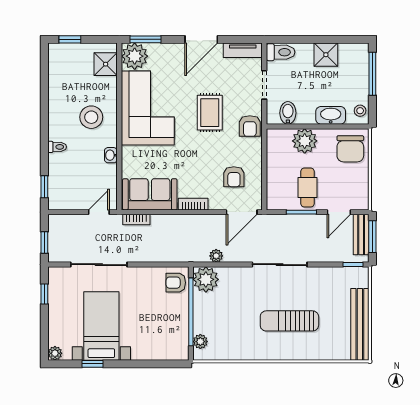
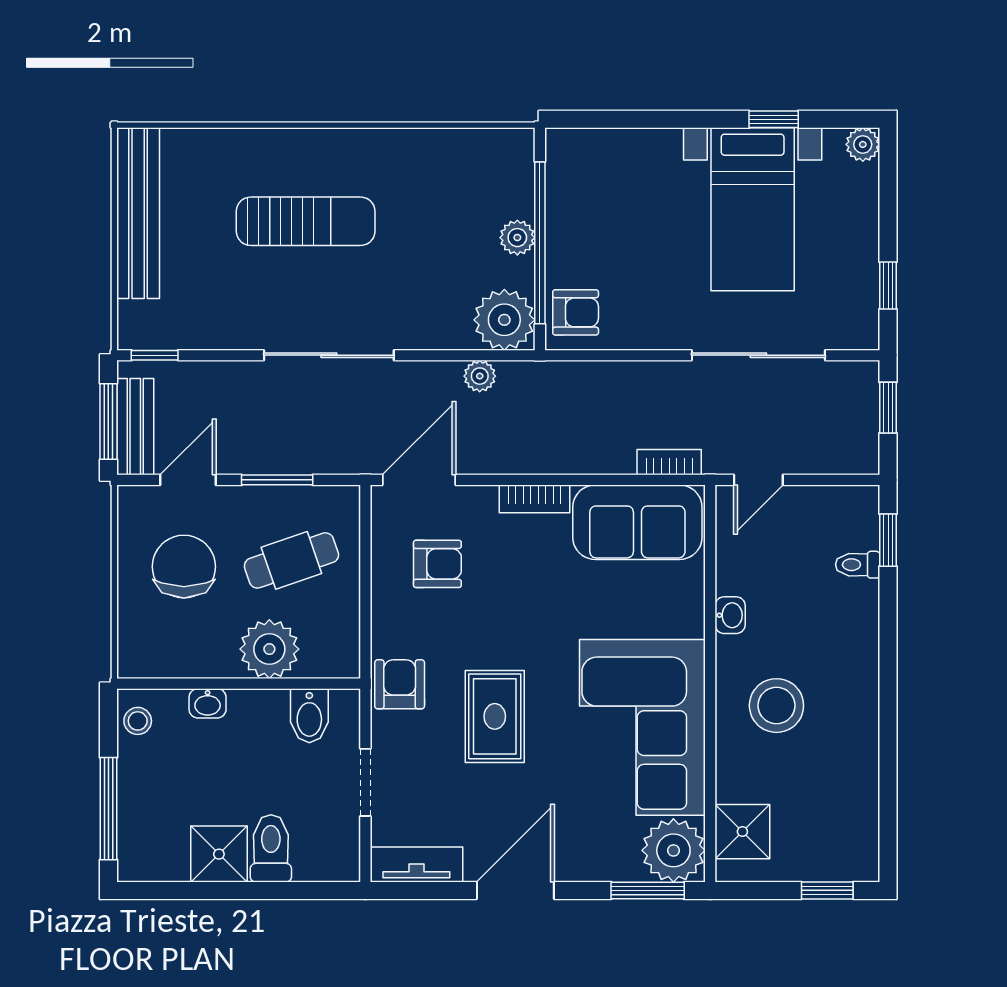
toilet: (281, 52) -> (271, 848), moved, turned 90
washbasin: (331, 115) -> (208, 703), width x0.52, depth x0.69
toilet: (57, 147) -> (858, 565), moved
chair: (350, 149) -> (184, 567), moved
armchair: (234, 177) -> (437, 564), turned 90
cafe table: (307, 188) -> (291, 560), moved, turned 71
plant: (200, 342) -> (517, 238), moved

